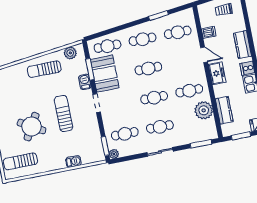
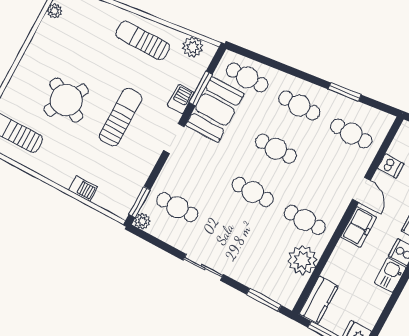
kitchen counter: (224, 110) -> (319, 300), moved
cafe table: (160, 127) -> (229, 235), removed

